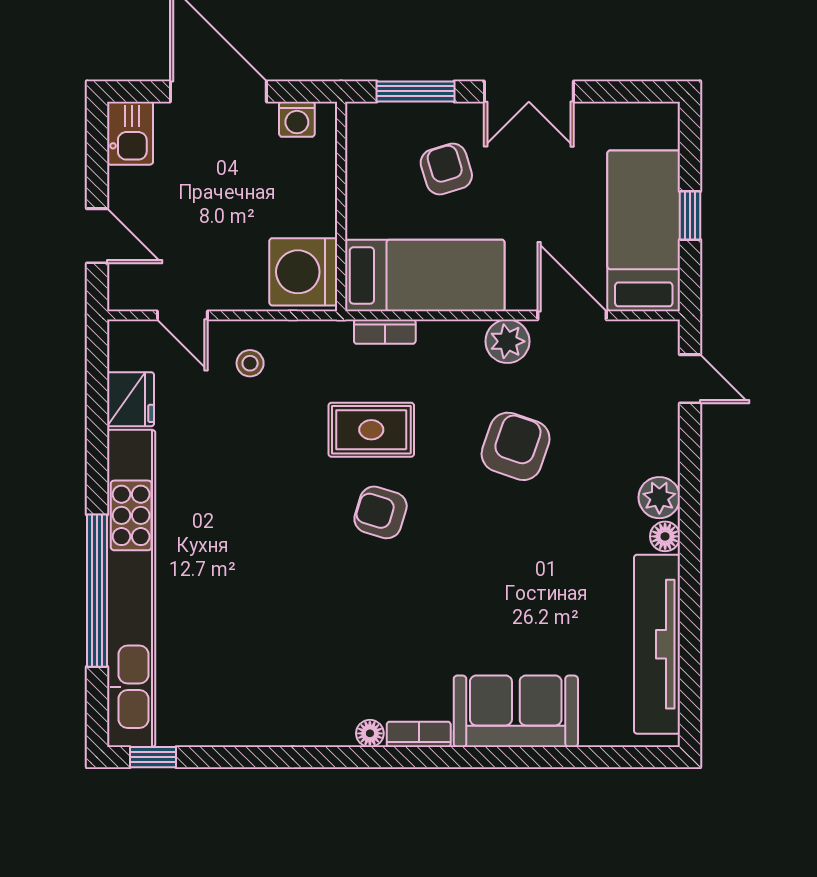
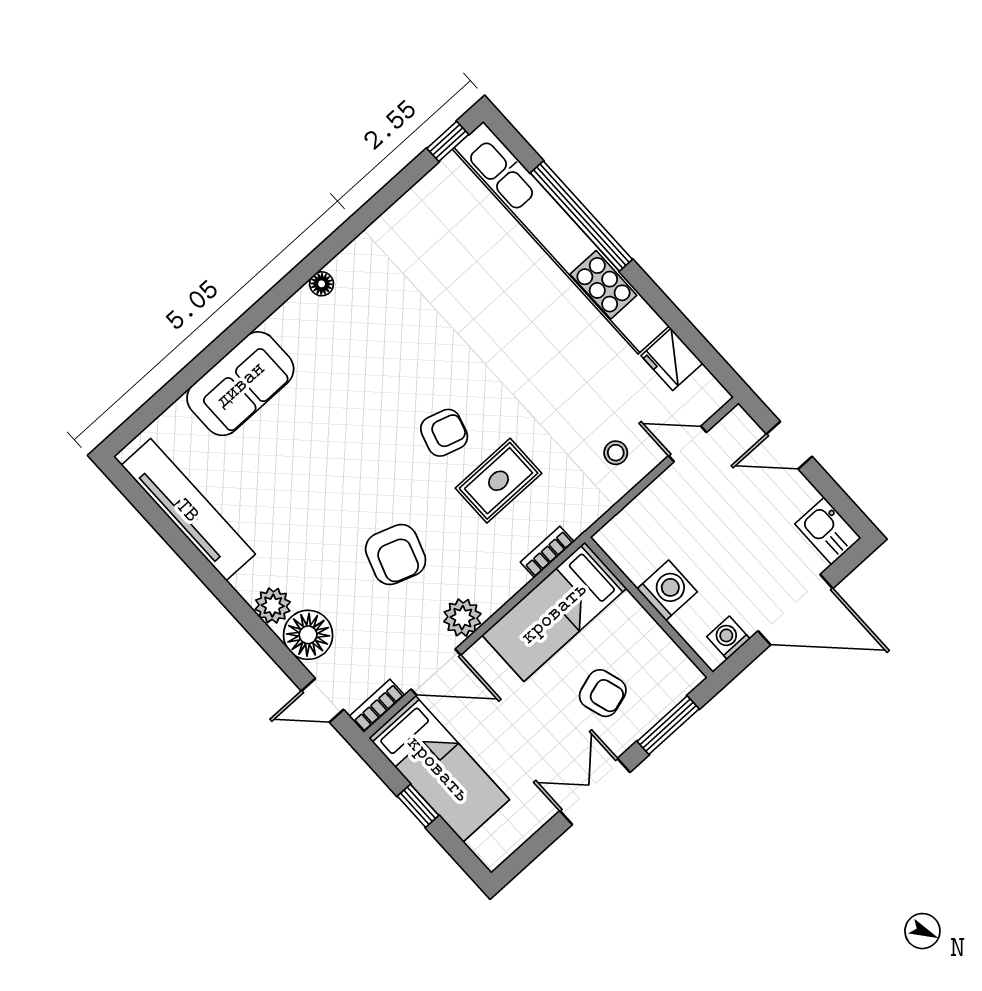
washing machine: (303, 272) -> (667, 590), moved, width x0.73, depth x0.73
floor lamp: (665, 536) -> (308, 635), moved, width x1.89, depth x1.89
bookcase: (419, 734) -> (377, 706), moved, turned 180

